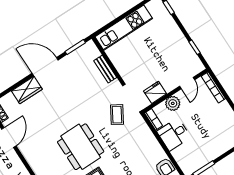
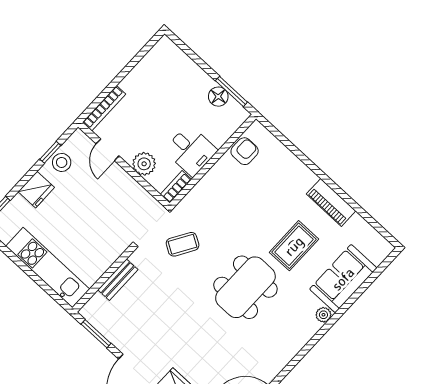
stool: (186, 53) -> (62, 162), added
door: (187, 83) -> (108, 150), swing flipped
fridge: (155, 92) -> (36, 190), moved, turned -90
floor lamp: (203, 160) -> (218, 97), added

